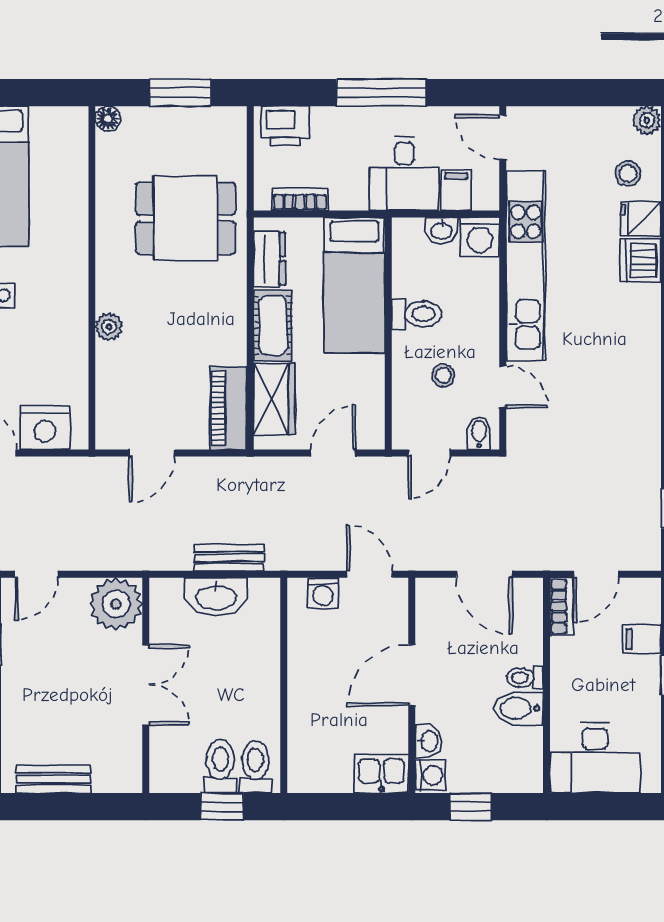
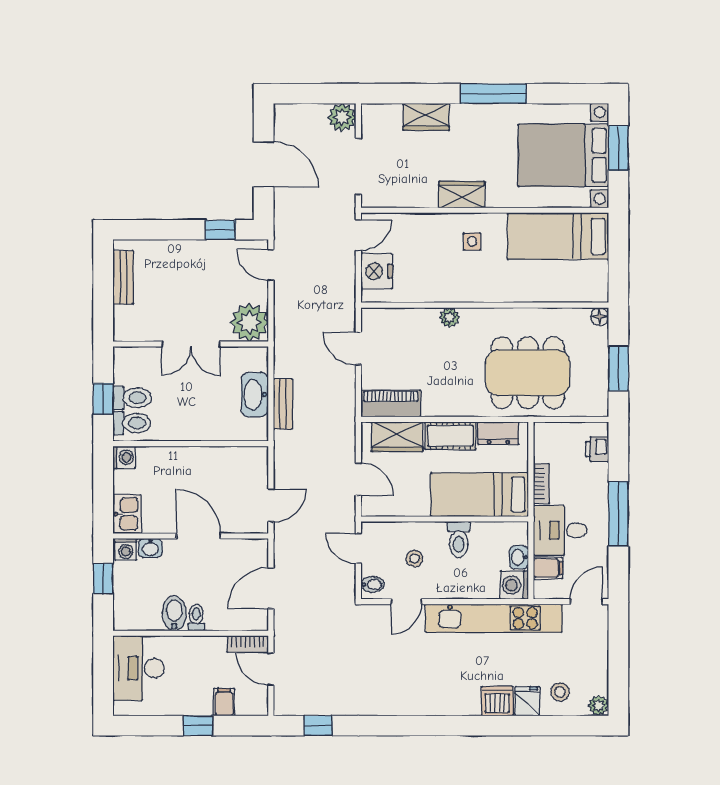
printer: (285, 126) -> (597, 449), width x0.73, depth x0.81
bookcase: (300, 199) -> (541, 484), moved
dining table: (186, 218) -> (528, 373), width x1.38
washing machine: (323, 593) -> (124, 457), moved, turned 180

